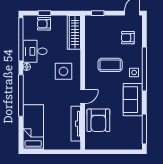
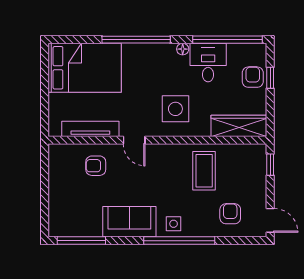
coffee table: (110, 65) -> (204, 171), moved
armchair: (98, 120) -> (96, 166), width x0.53, depth x0.53
bed: (33, 127) -> (85, 68), width x1.50

